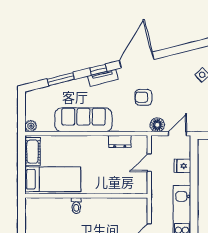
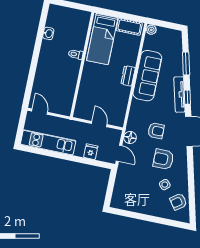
tv unit: (103, 78) -> (179, 94), width x1.41
armchair: (174, 82) -> (163, 159), added
armchair: (144, 97) -> (156, 131), turned 90
dresser: (120, 141) -> (128, 76), moved

